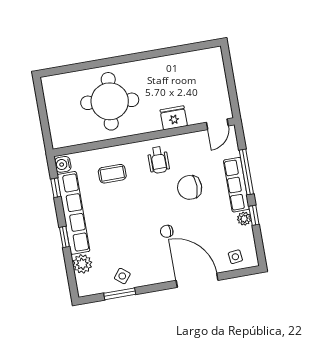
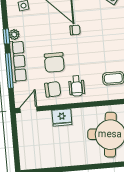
chair: (189, 153) -> (53, 89), added
wheelchair: (158, 160) -> (77, 86), turned 180
chair: (190, 187) -> (54, 62), turned 90

